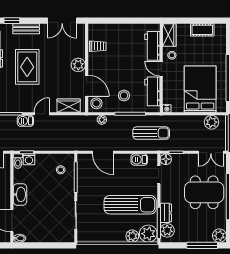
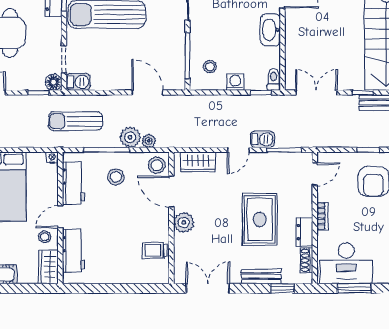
door: (161, 69) -> (60, 217), swing flipped
plant: (114, 122) -> (130, 137), added
washing machine: (29, 159) -> (235, 82), moved
barbecue: (139, 159) -> (78, 82), moved

